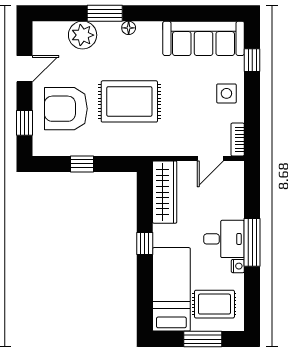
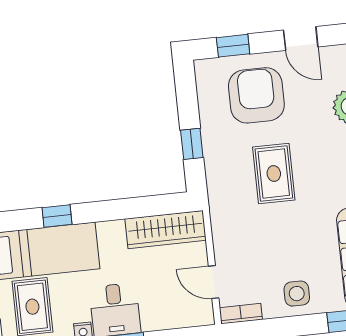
rug: (129, 101) -> (274, 173), width x0.73, depth x0.70
window: (82, 164) -> (192, 144), moved
window: (145, 244) -> (57, 216), moved

